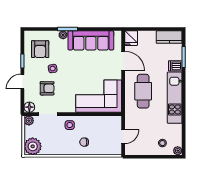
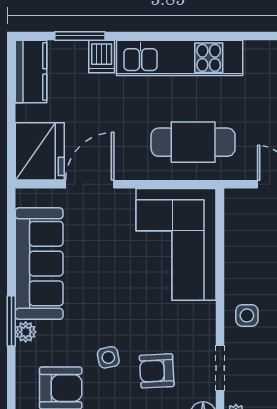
fridge: (131, 38) -> (40, 151), width x1.88, depth x1.34
armchair: (47, 88) -> (157, 371), turned -93
cafe table: (143, 91) -> (193, 142), moved

